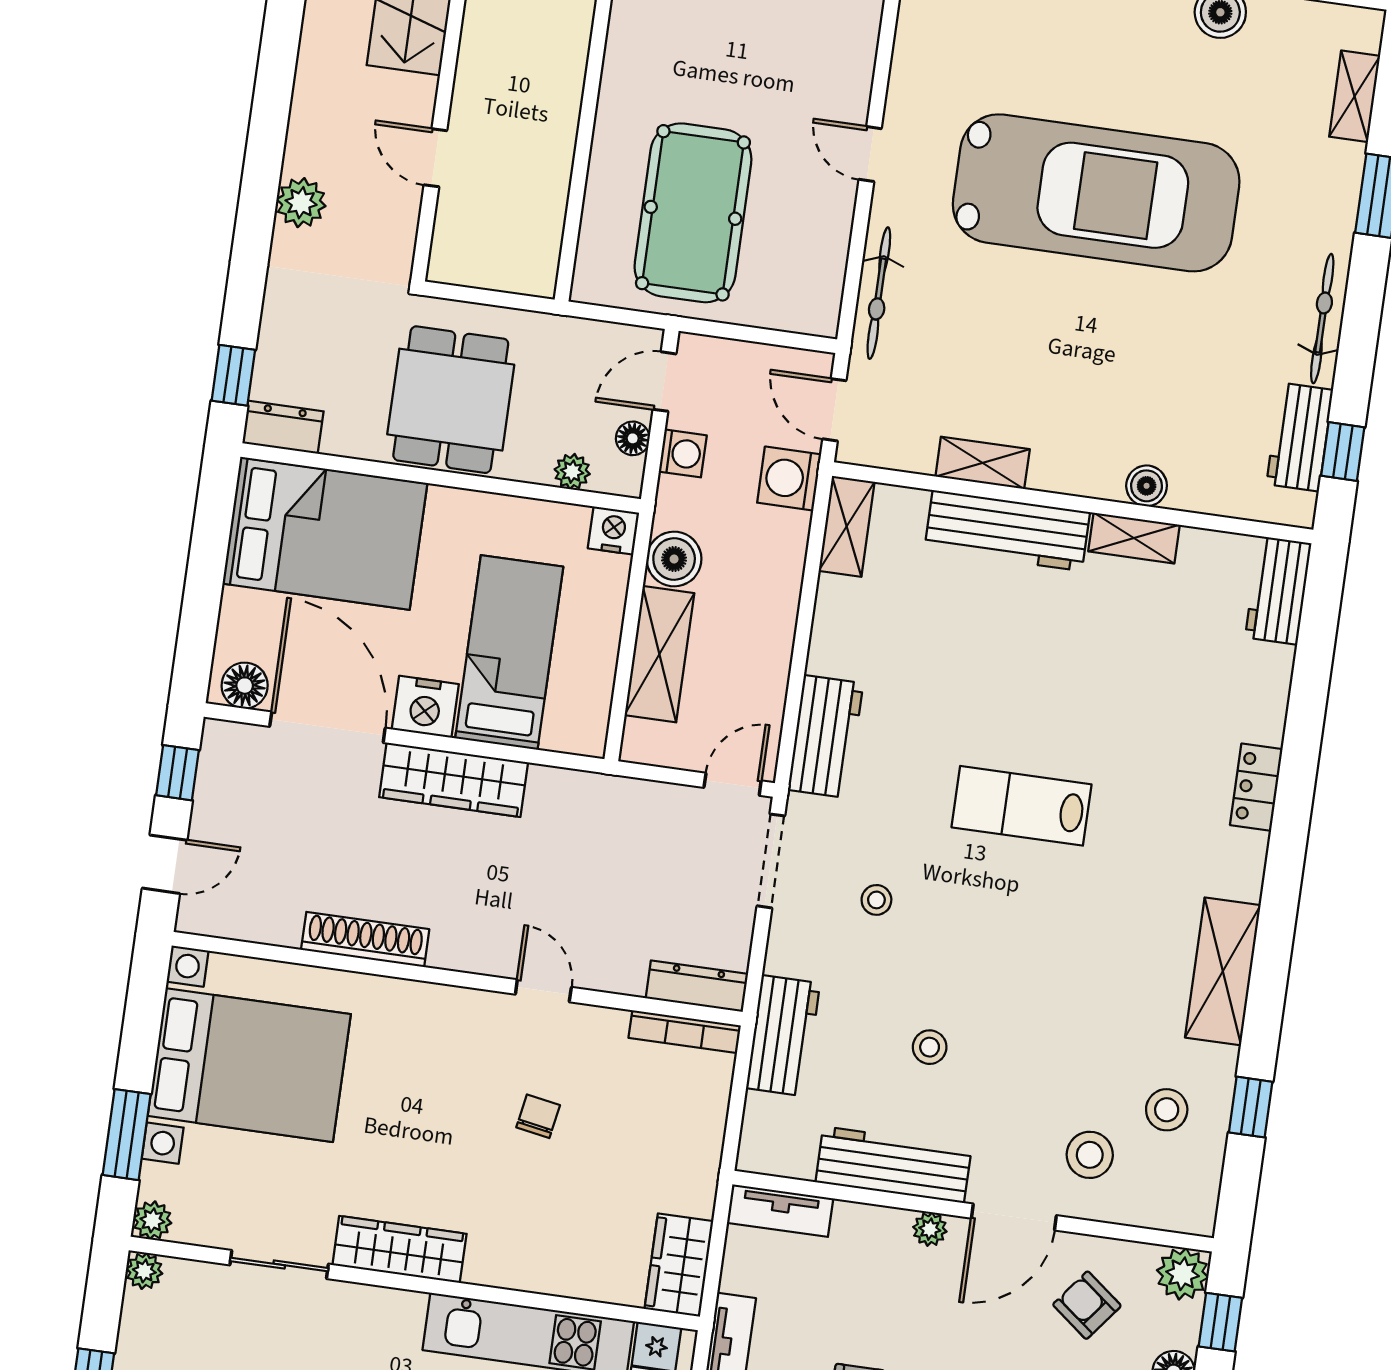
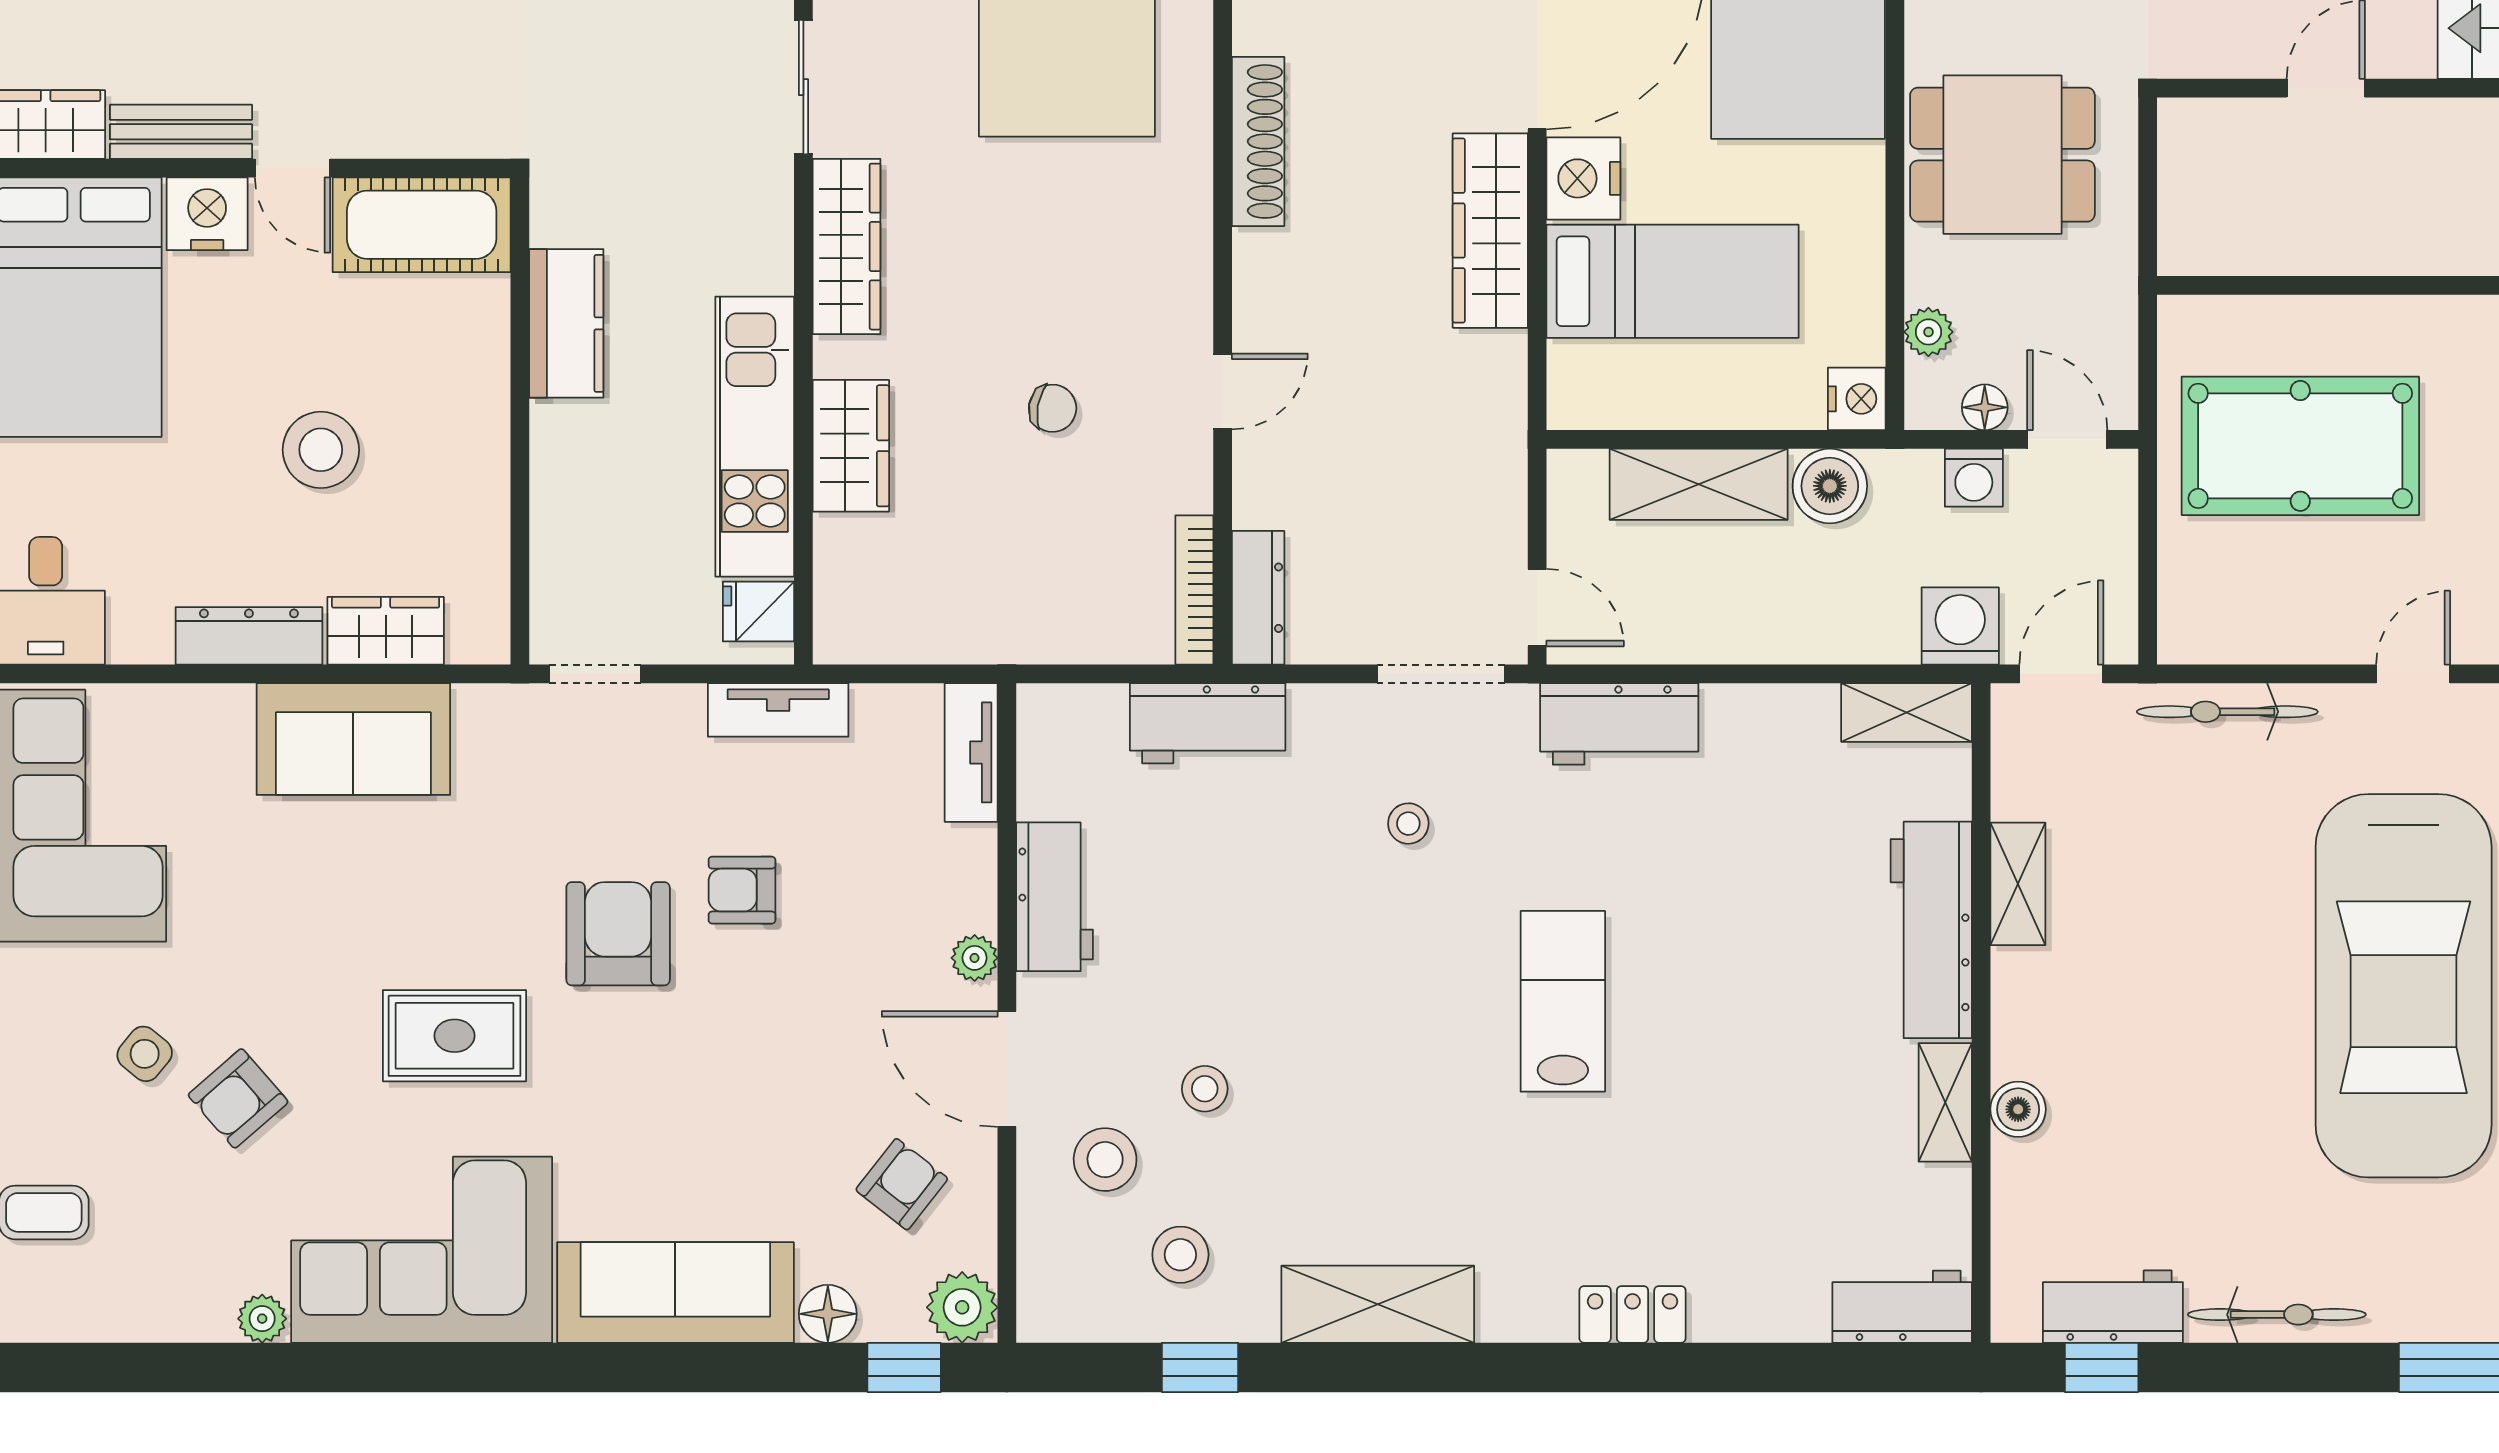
stool: (930, 1047) -> (1205, 1089), moved
workbench: (894, 1165) -> (1055, 897), width x0.73
wardrobe: (679, 1265) -> (851, 446), moved, turned 90

